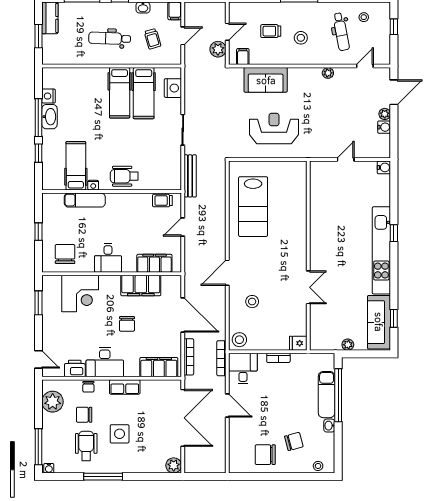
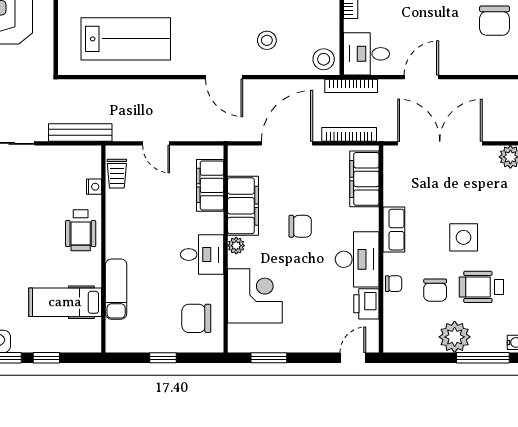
nightstand: (93, 185) -> (94, 187), moved
plant: (114, 281) -> (236, 246), added
plant: (53, 402) -> (455, 337), moved

